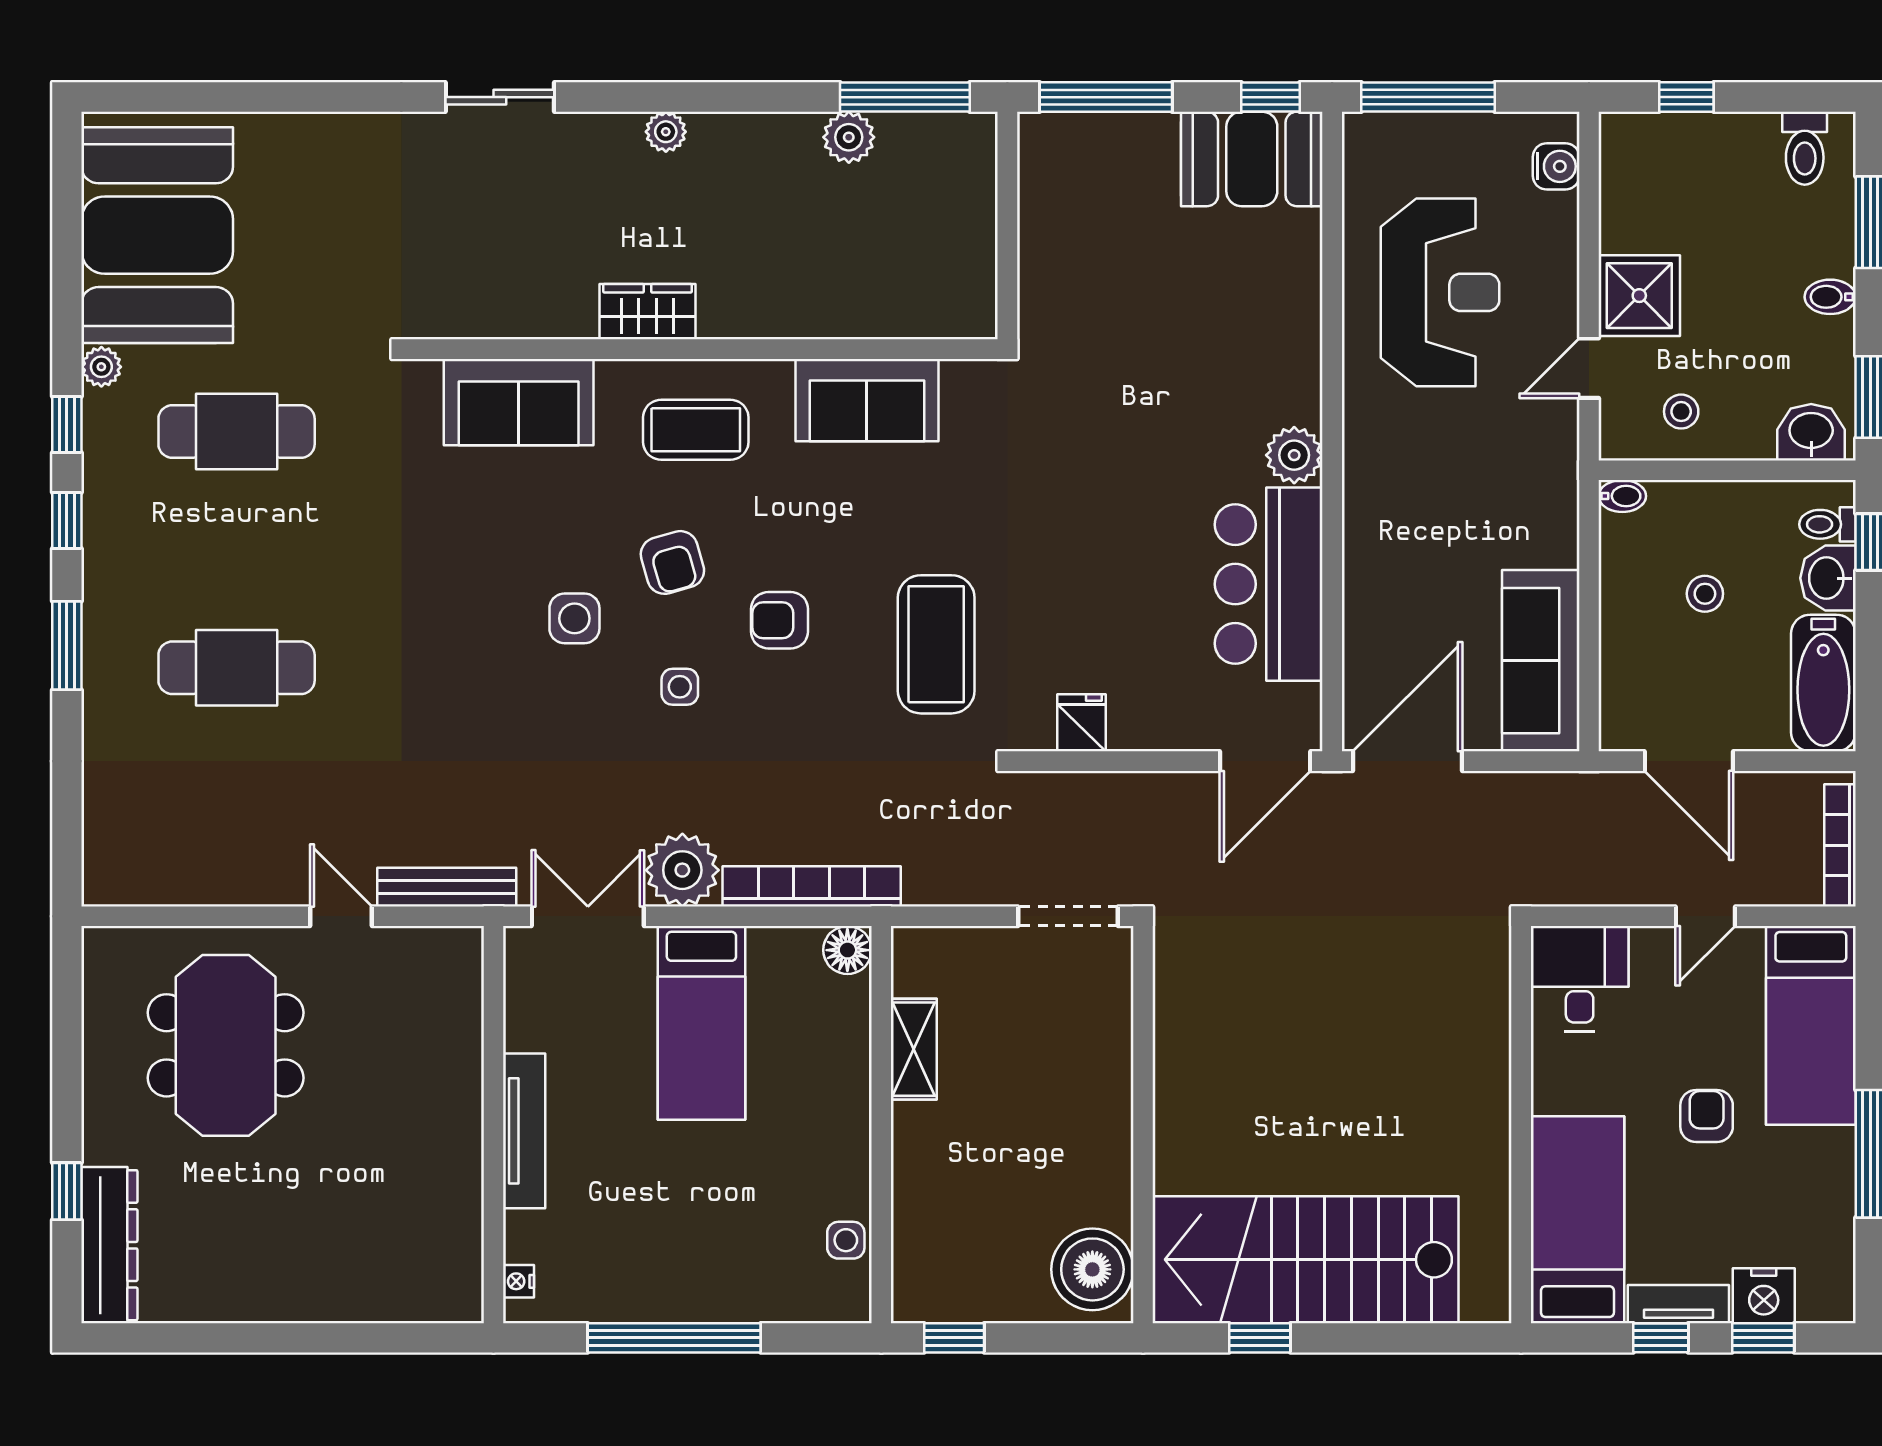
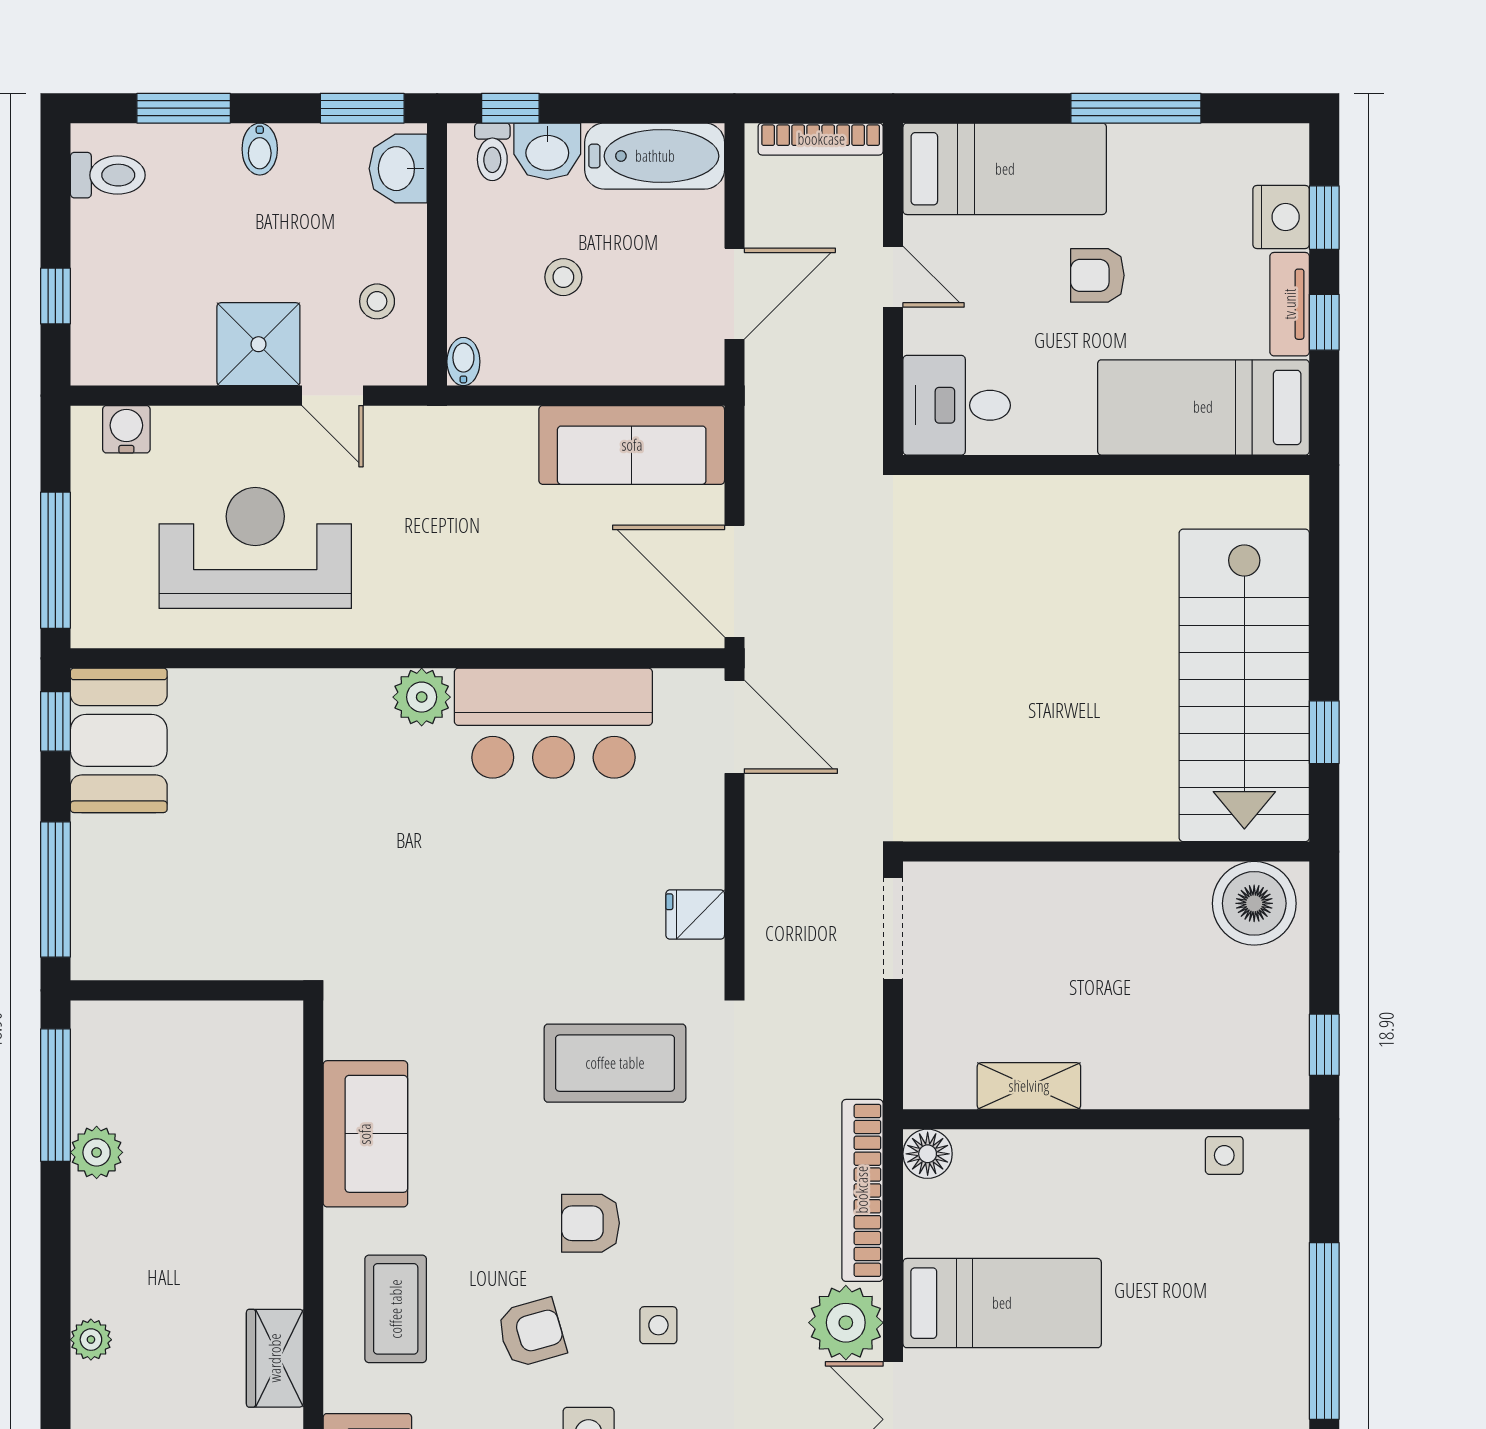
armchair: (780, 620) -> (590, 1223), turned 90

